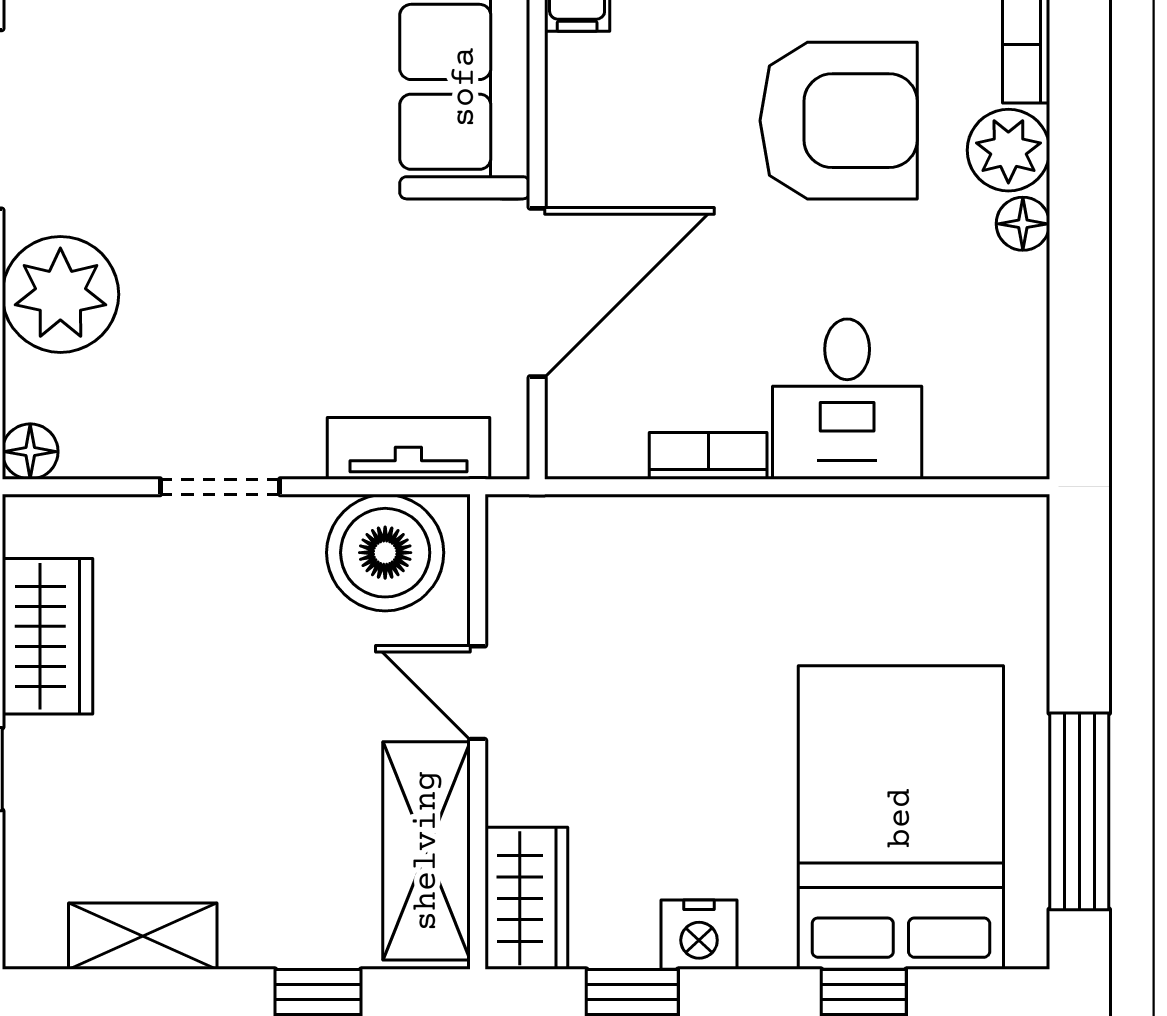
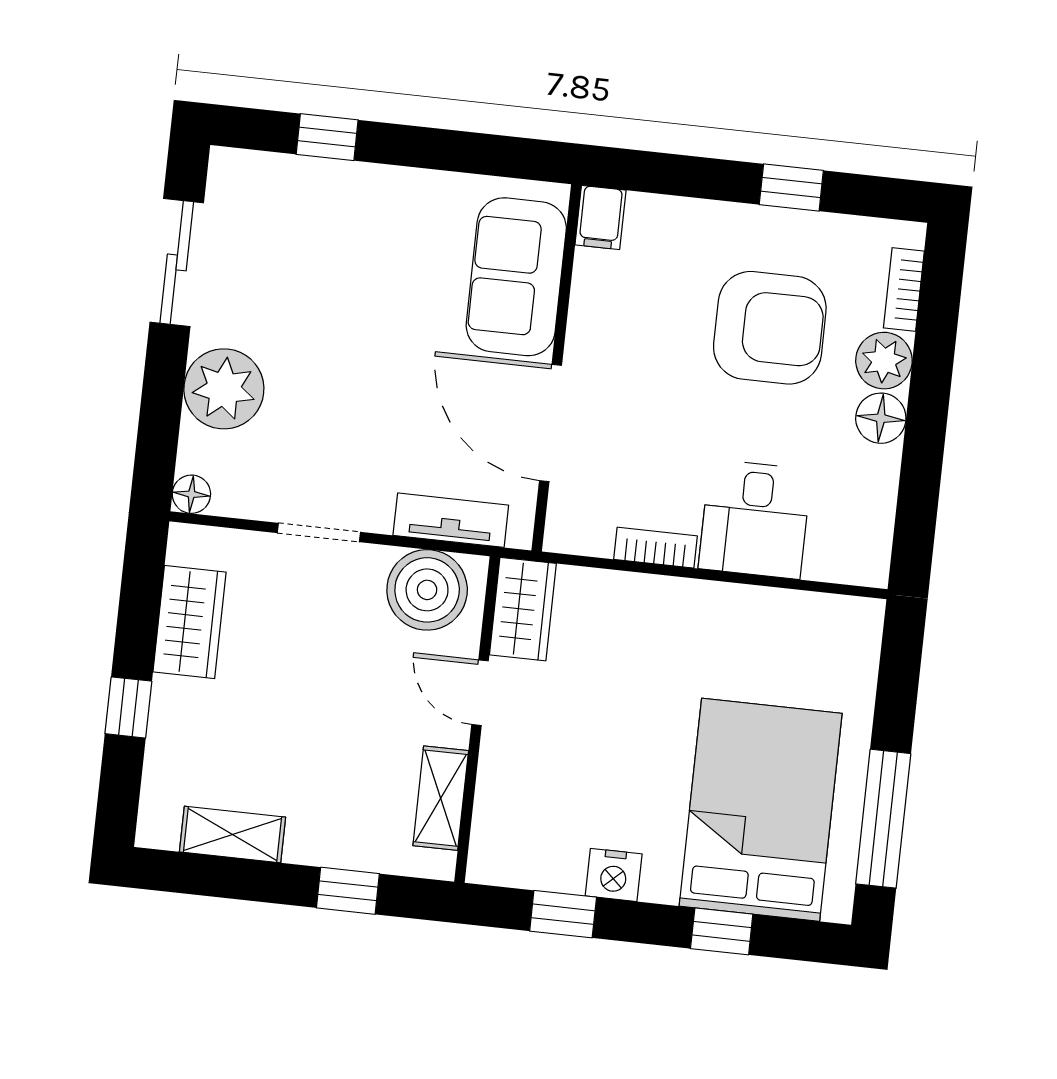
floor lamp: (1023, 224) -> (881, 418), width x1.37, depth x1.37
door: (537, 292) -> (550, 423), swing flipped
shelving: (427, 851) -> (441, 798), width x0.67, depth x0.75
wardrobe: (526, 898) -> (523, 609), moved

